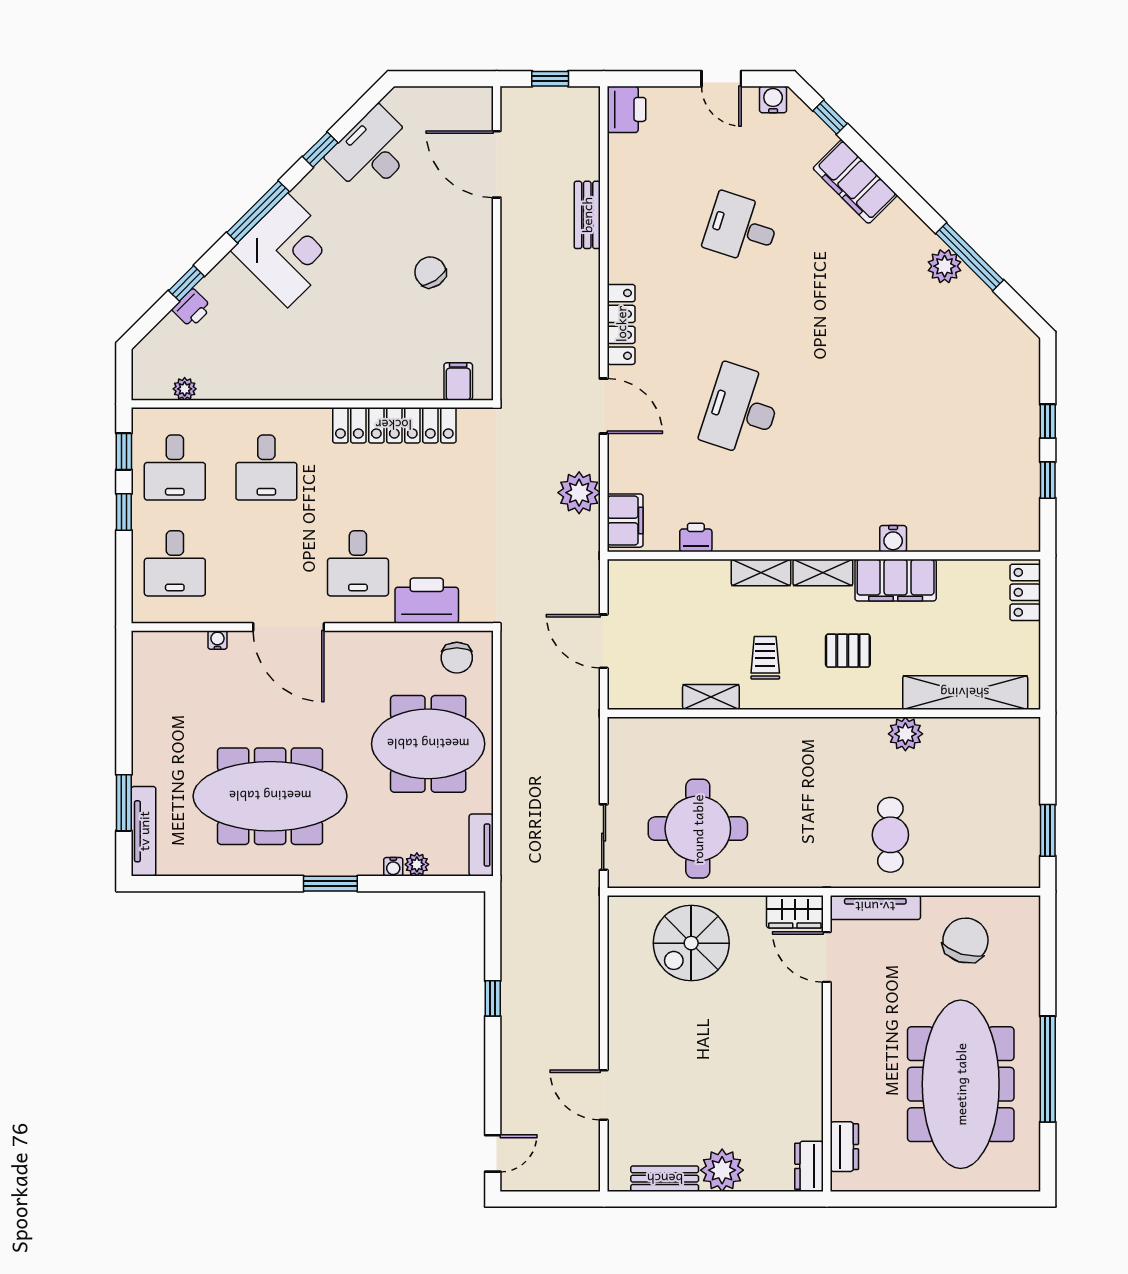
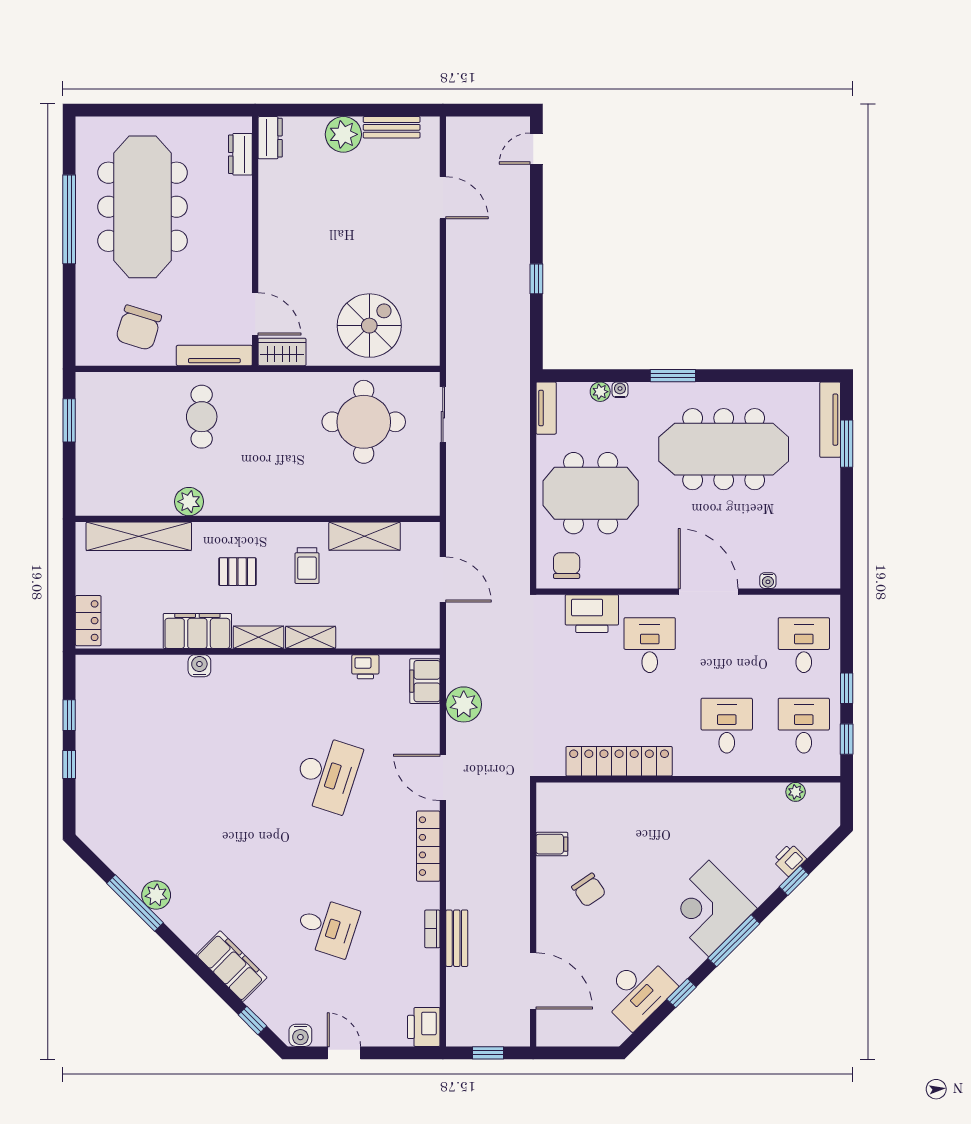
bookcase: (616, 226) -> (432, 929), added
filing cabinet: (458, 381) -> (552, 844), moved, turned -90
shelving: (711, 697) -> (365, 536), width x1.50, depth x1.33

